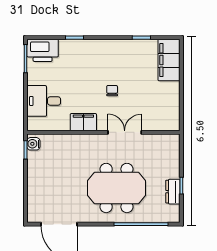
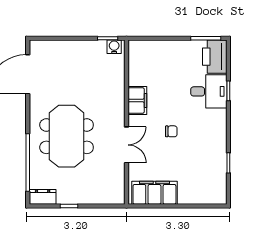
filing cabinet: (169, 60) -> (154, 193), moved
desk: (44, 101) -> (209, 91), moved, turned 90
dresser: (173, 192) -> (43, 197), moved

